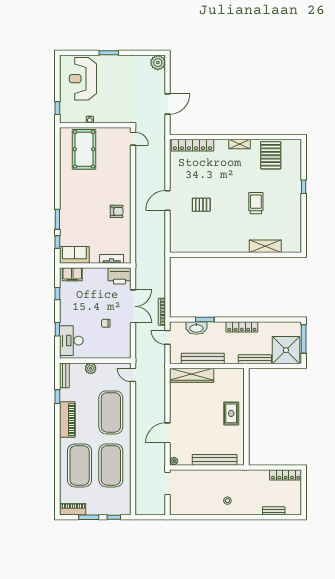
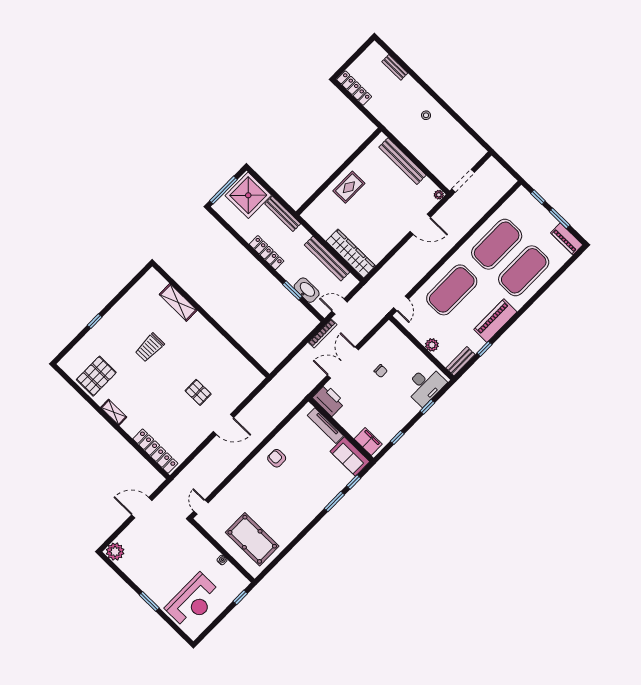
pool table: (84, 149) -> (252, 539), turned 90
tv unit: (112, 259) -> (325, 426), width x1.41
door: (168, 337) -> (339, 307), swing flipped

